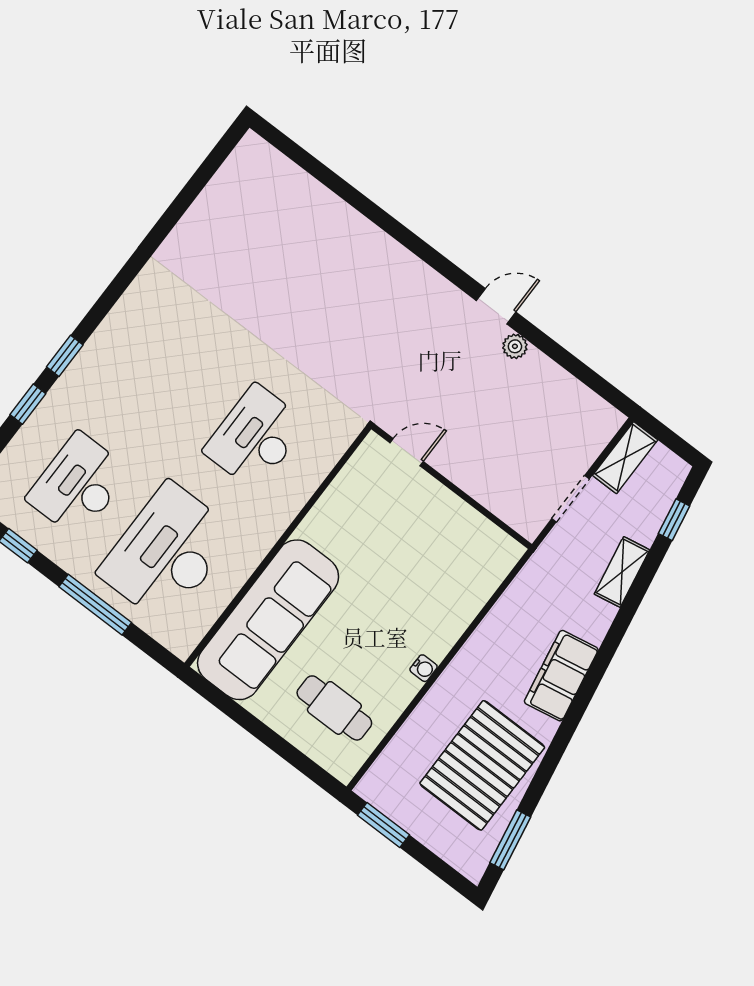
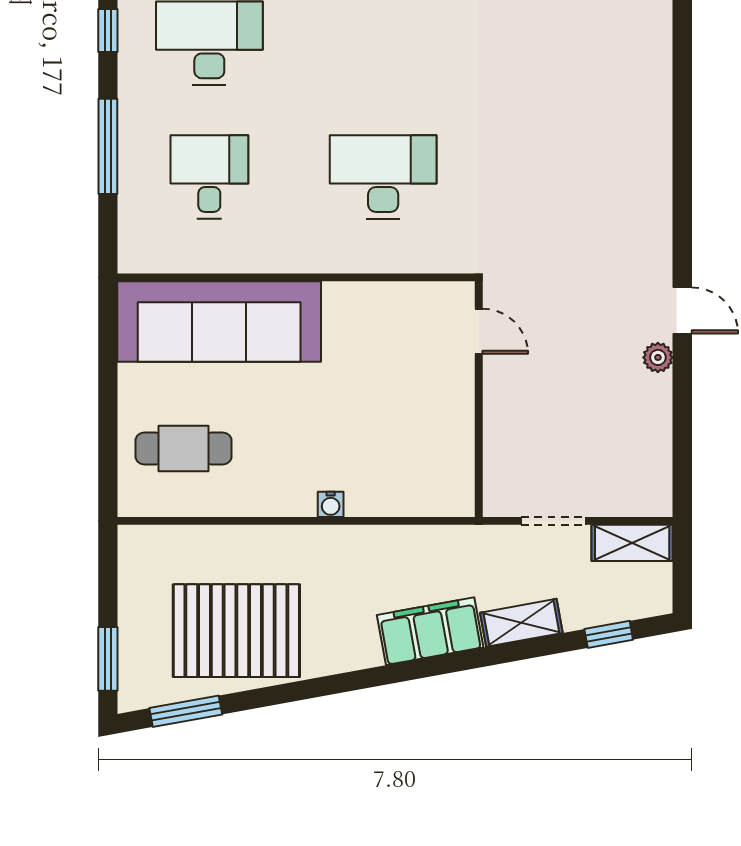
desk: (167, 553) -> (209, 177), width x0.53, depth x0.77
water cooler: (424, 668) -> (331, 504), moved
filing cabinet: (561, 676) -> (430, 631), moved
cafe table: (334, 708) -> (184, 449), turned 90
window: (383, 825) -> (108, 659), moved

